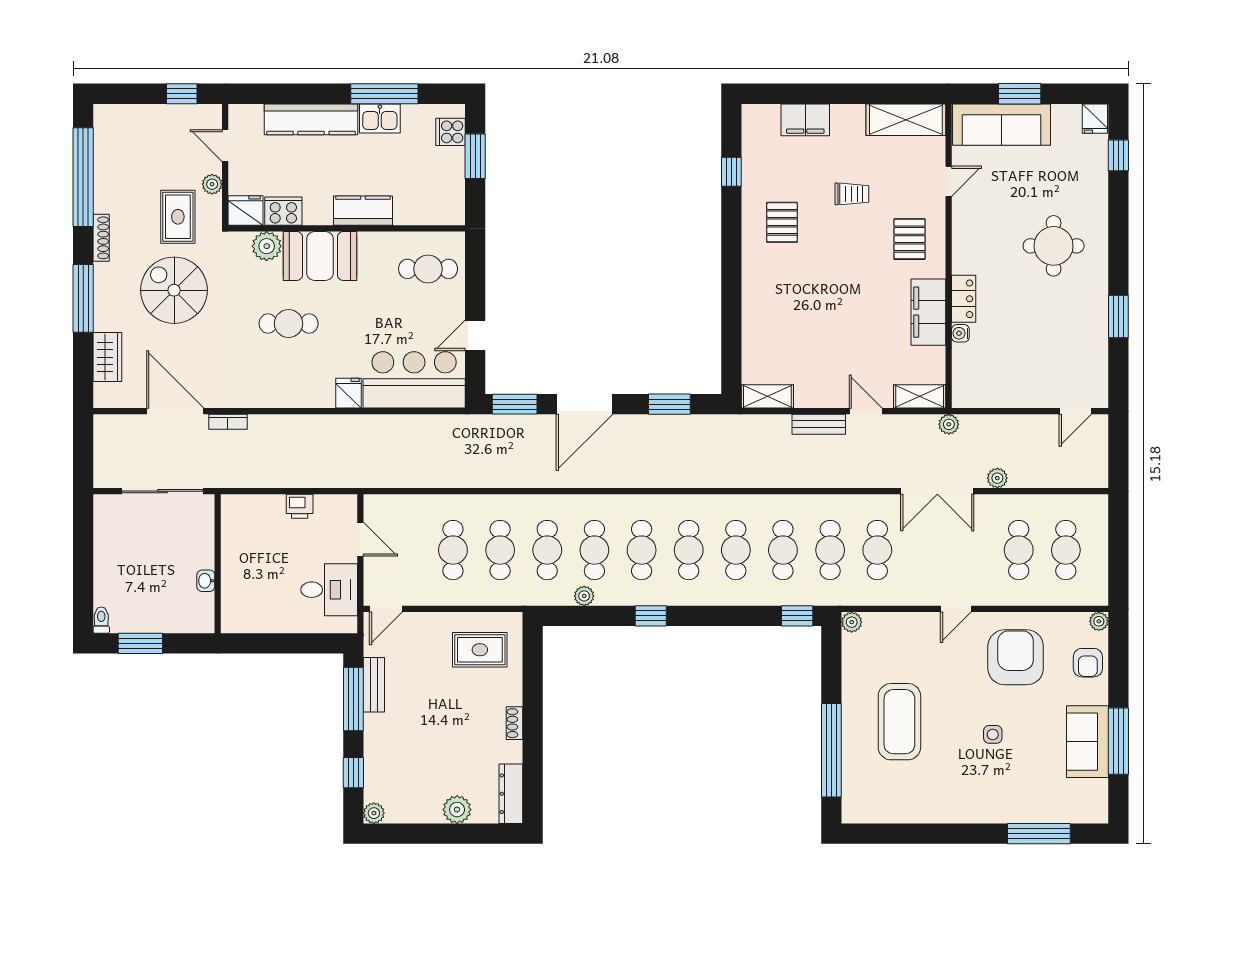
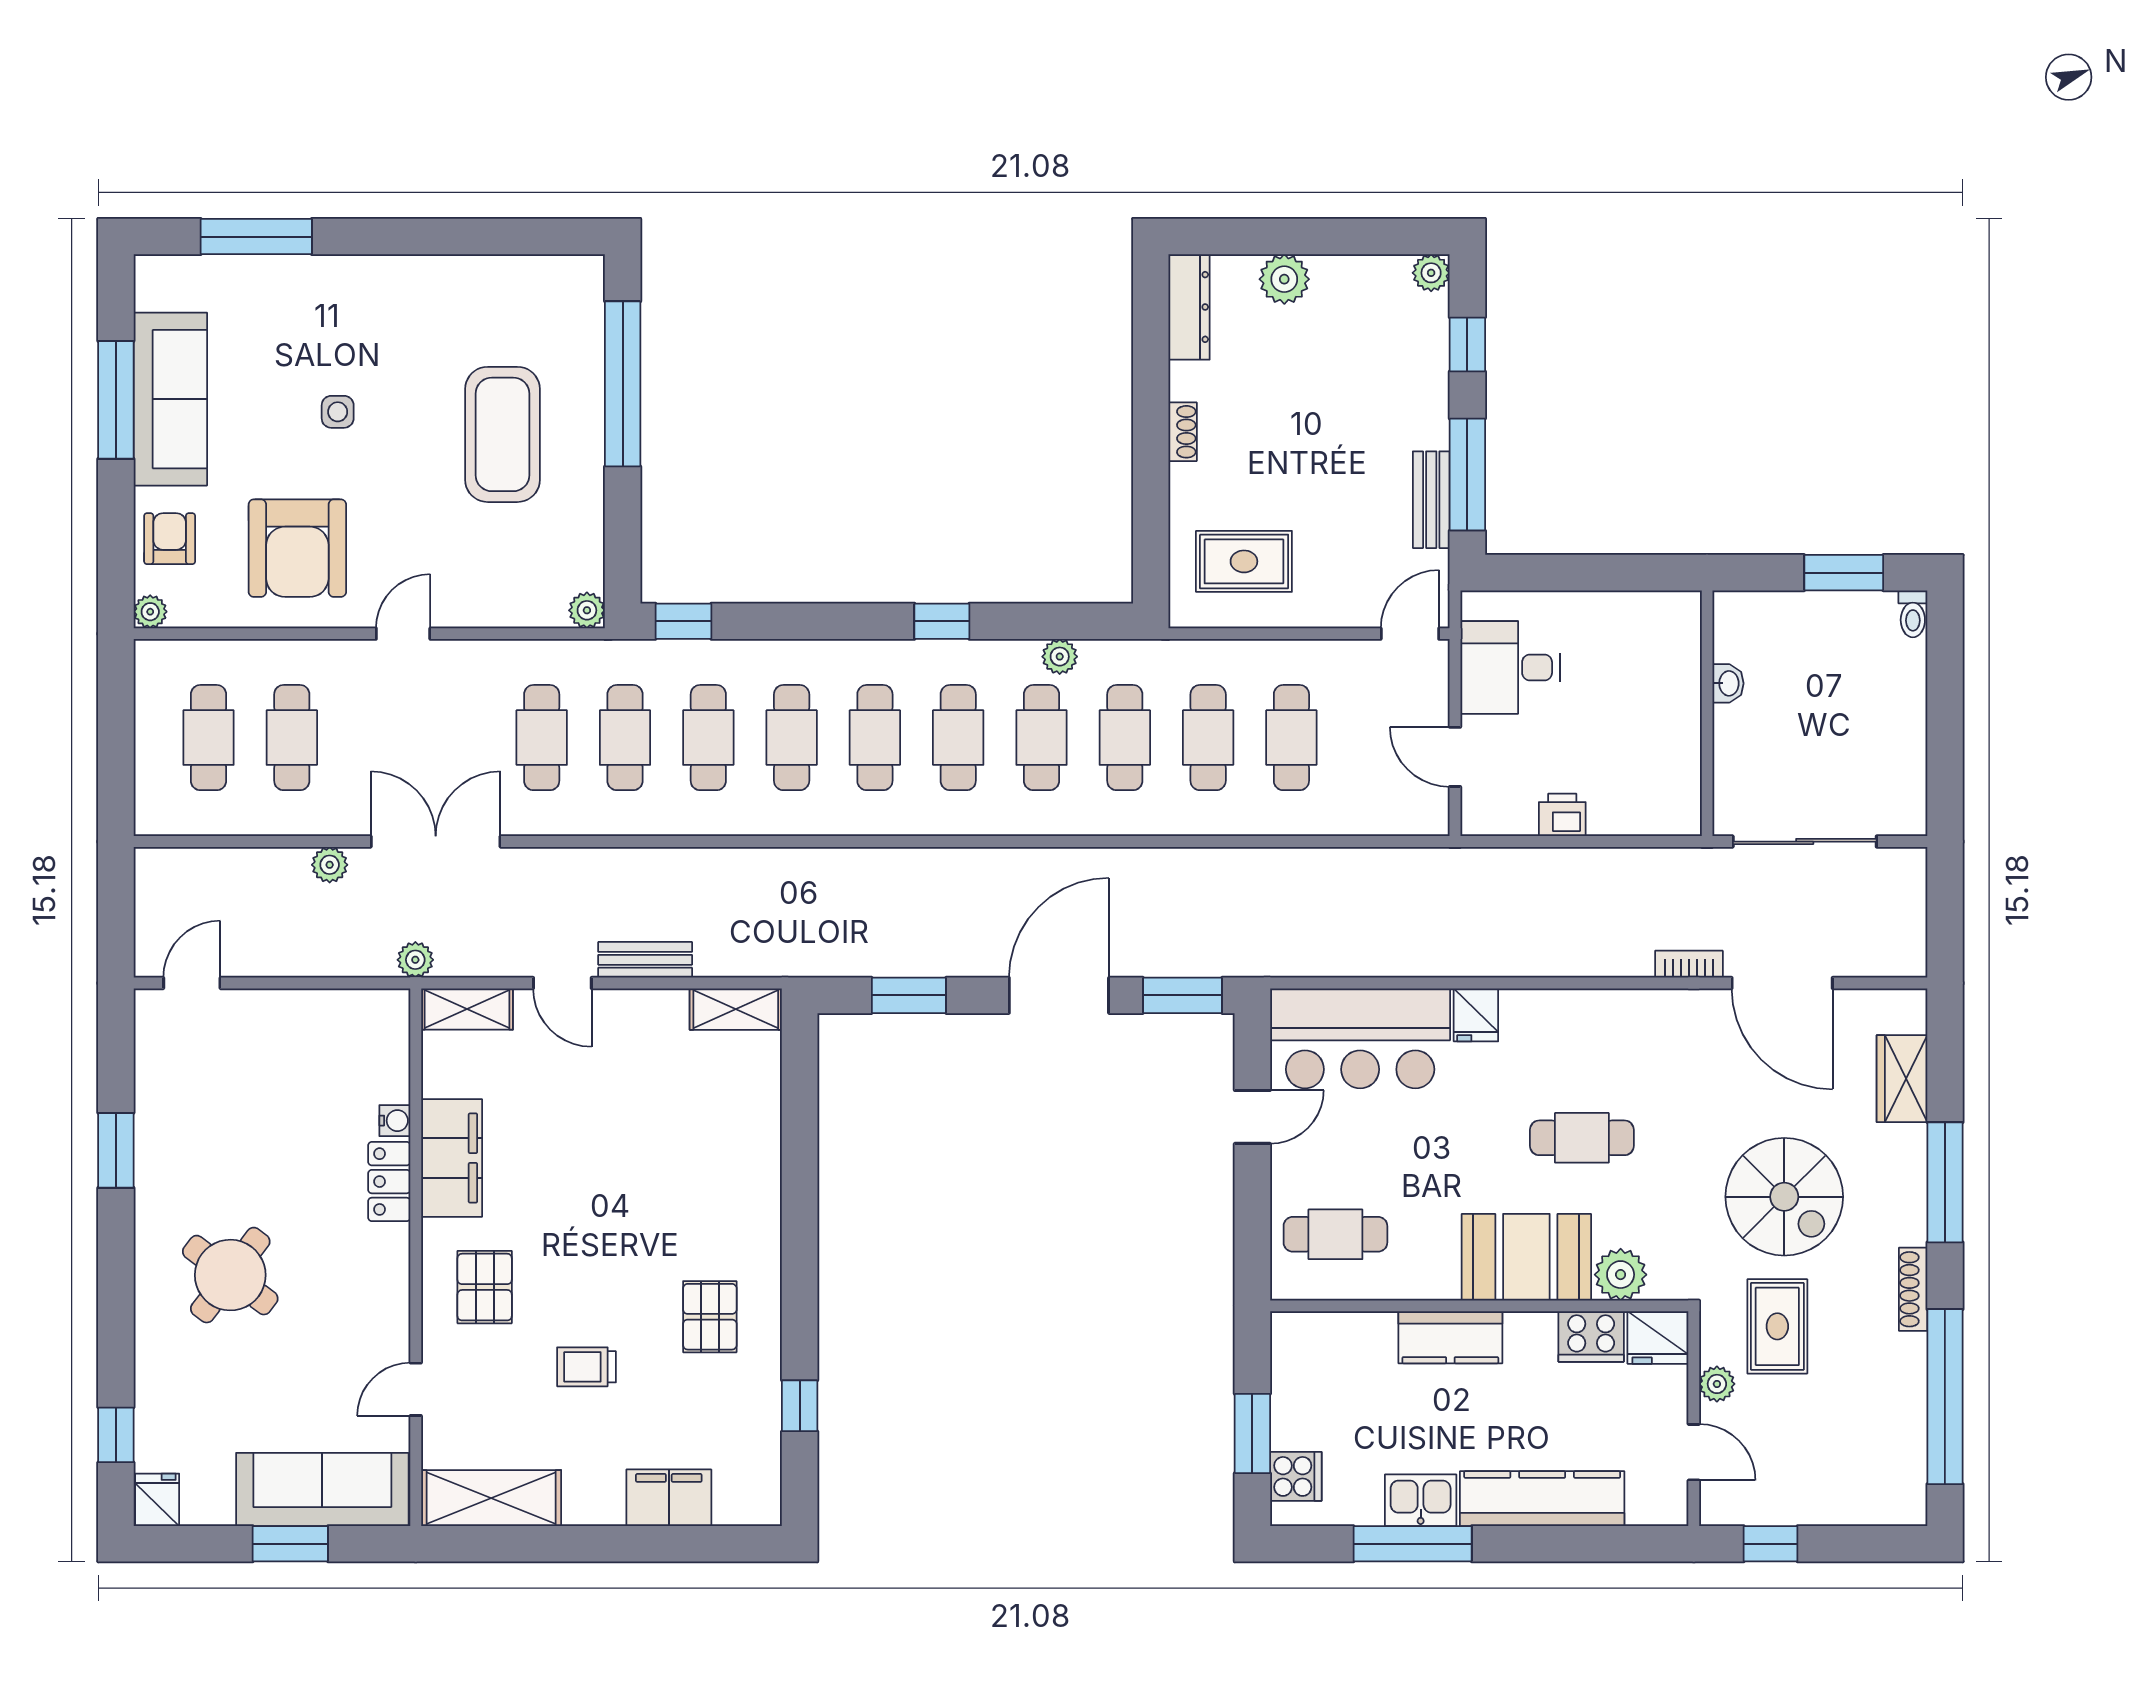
round table: (1054, 246) -> (230, 1275), turned 37
sofa: (1087, 742) -> (170, 399), width x1.36

